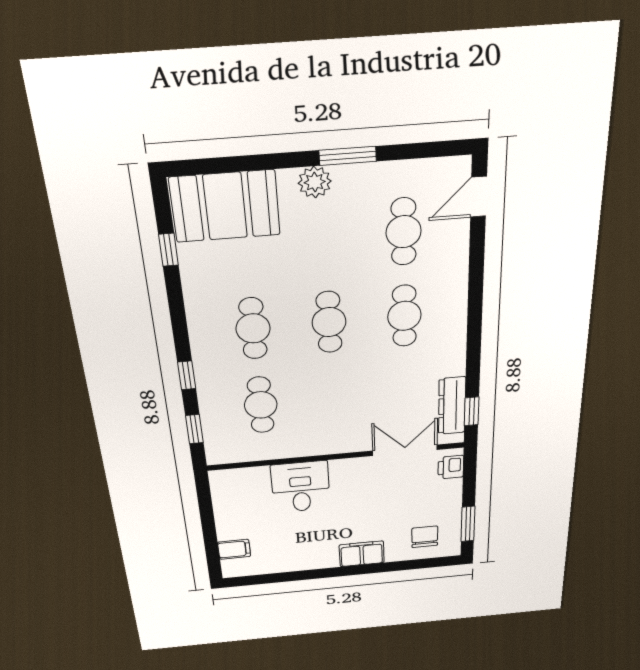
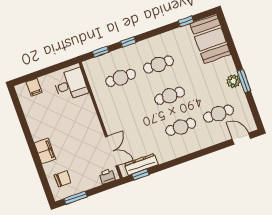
plant: (315, 182) -> (233, 81), moved
desk: (301, 487) -> (71, 85), moved

